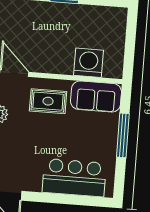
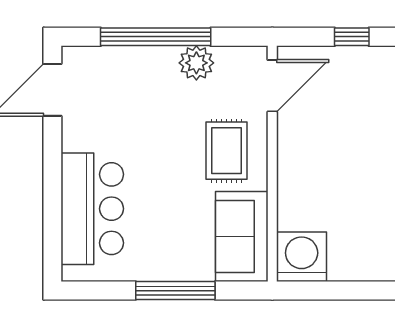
washing machine: (89, 63) -> (302, 257), moved, turned -90

